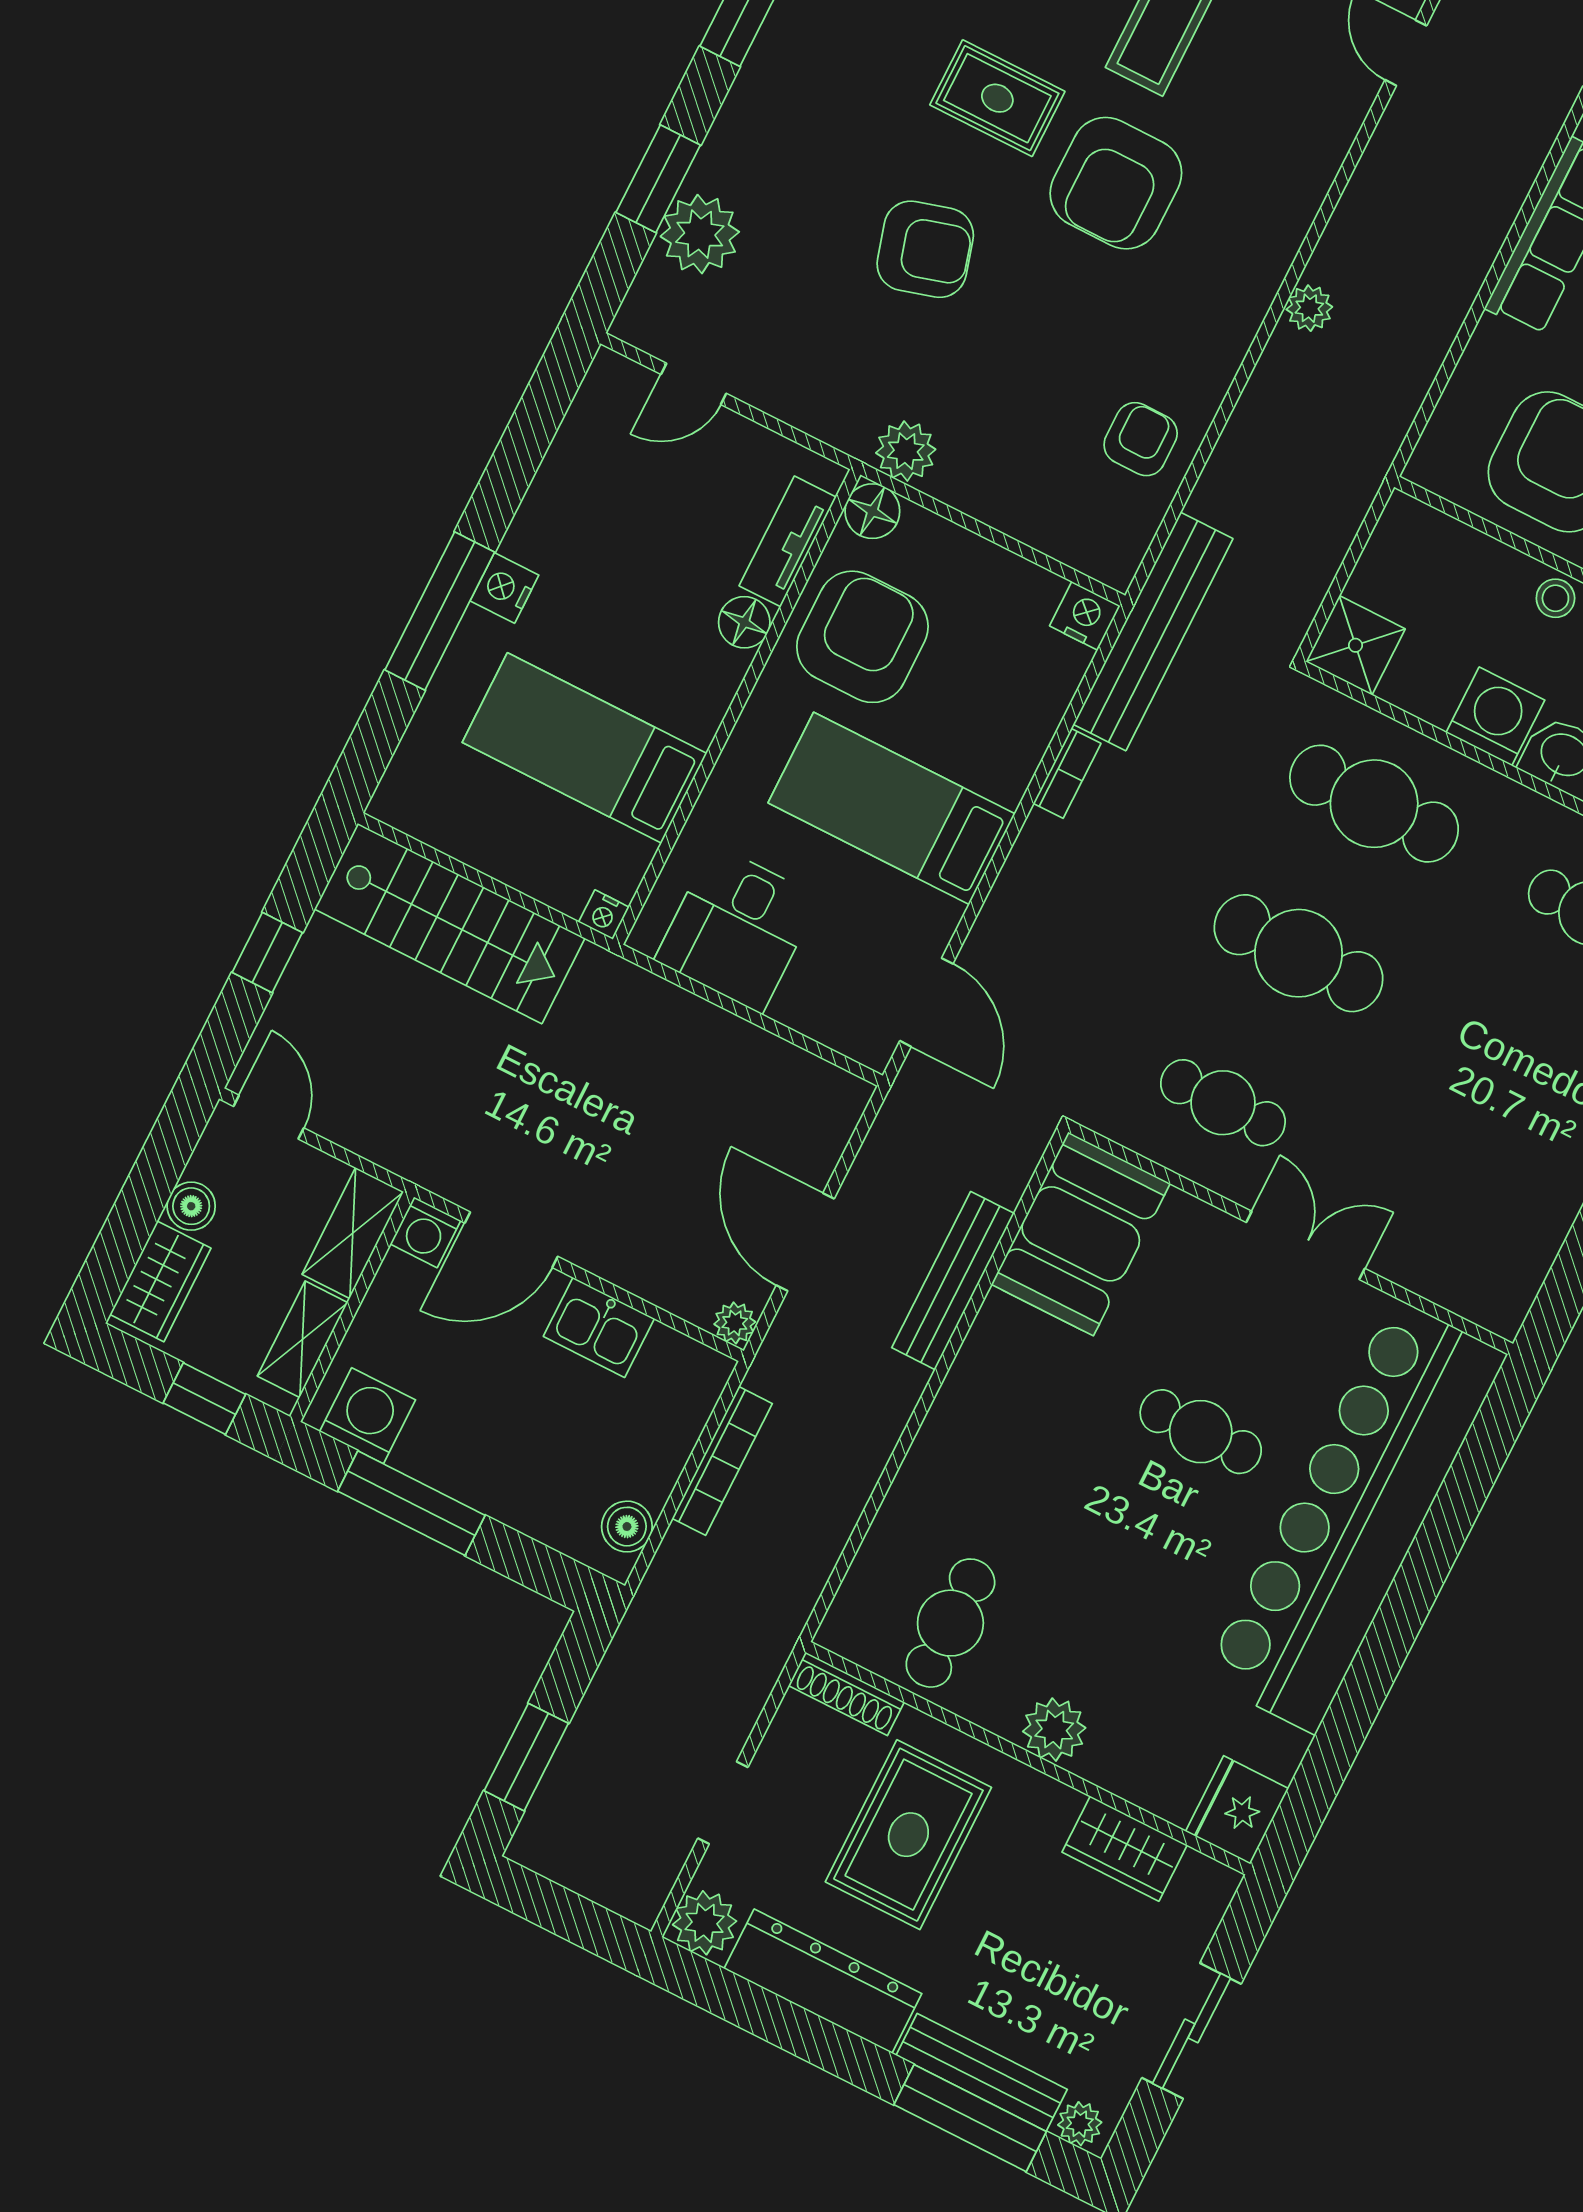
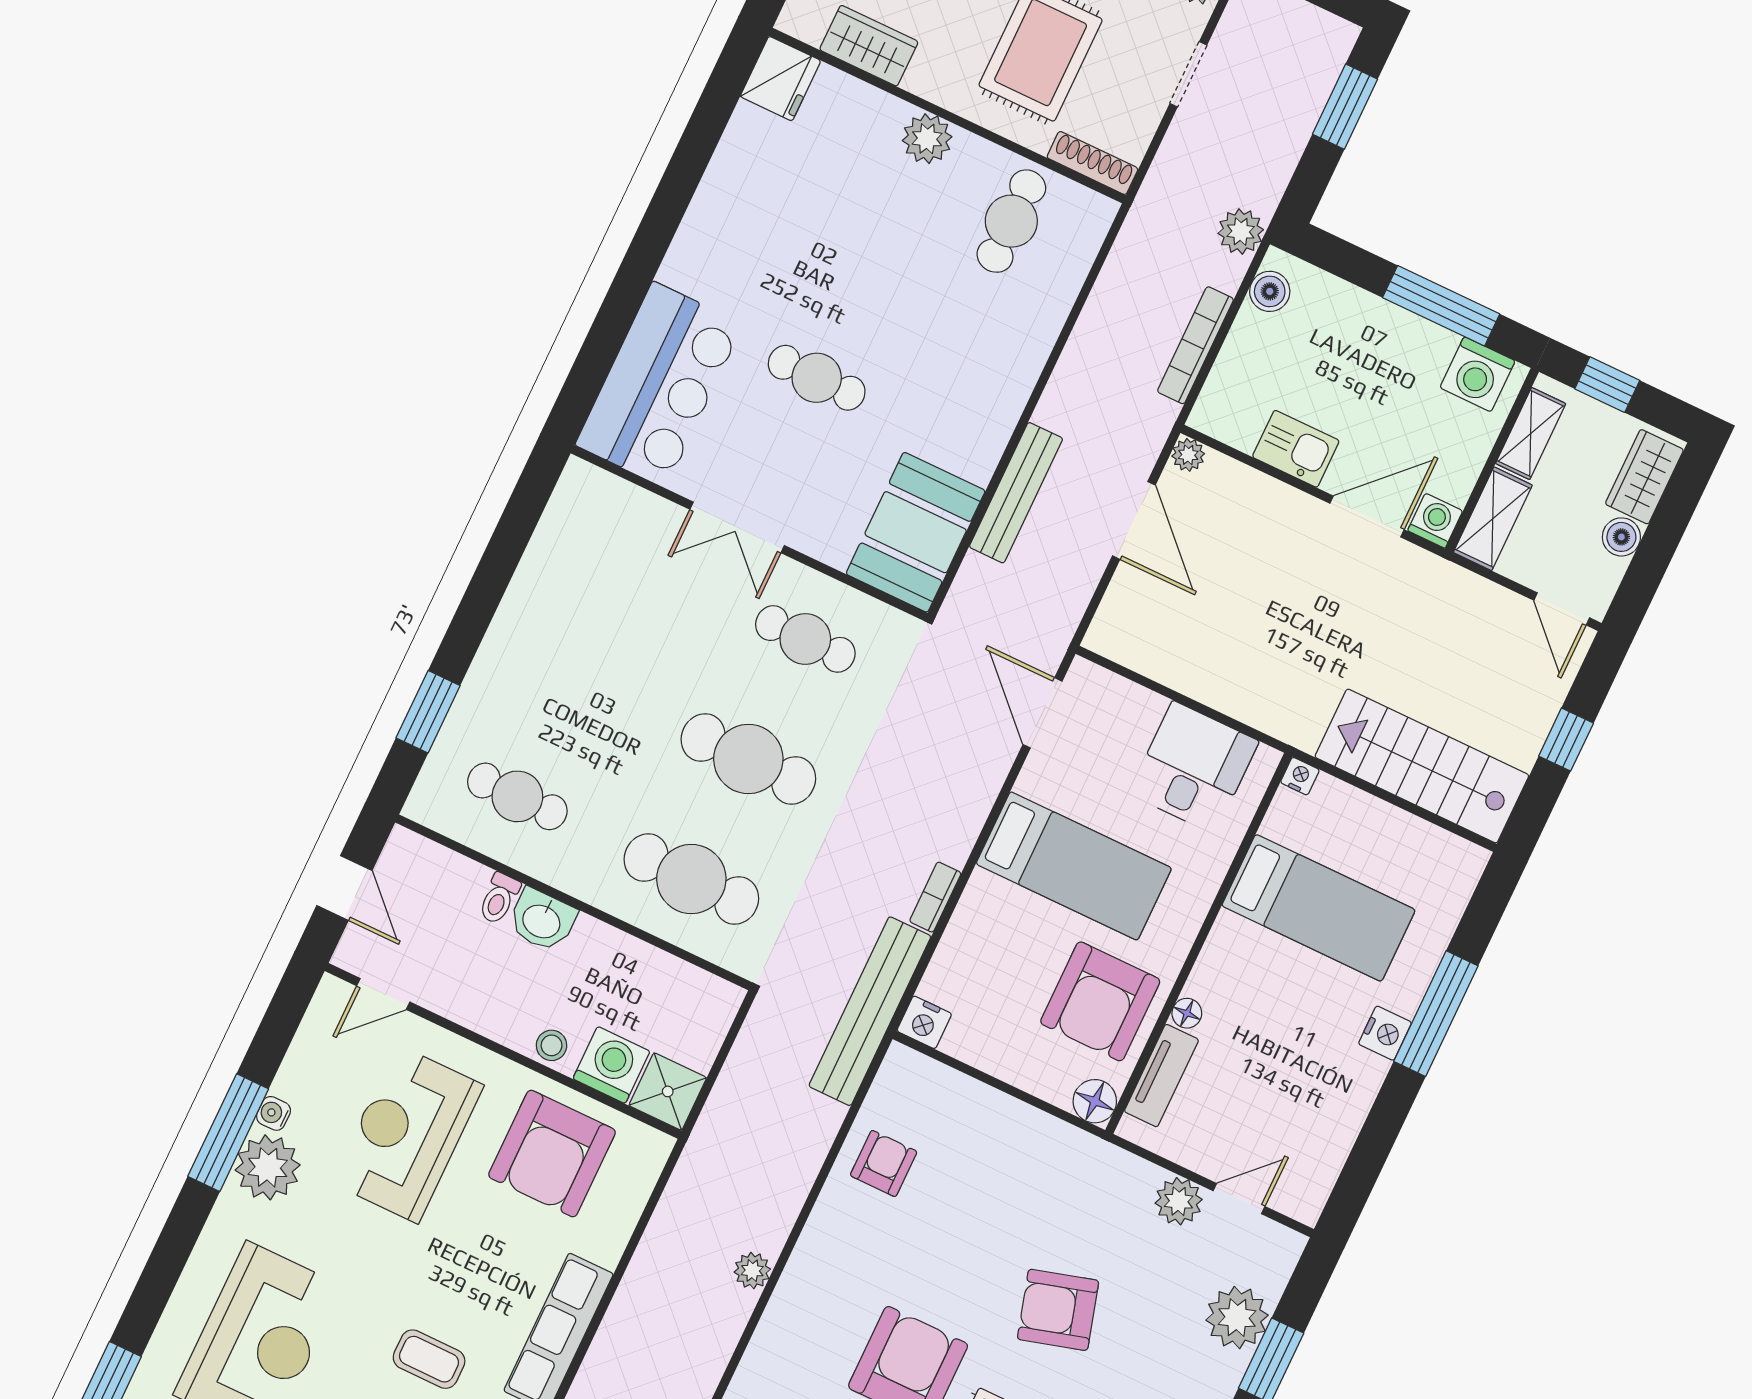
armchair: (1141, 439) -> (884, 1163), turned 180
plant: (906, 451) -> (1179, 1201), moved
floor lamp: (744, 622) -> (1187, 1013), width x0.73, depth x0.73
shower: (1355, 645) -> (668, 1091), moved
washing machine: (1495, 716) -> (611, 1065), moved, turned 180
bar counter: (1355, 1516) -> (659, 384), width x0.54
plant: (662, 1603) -> (1241, 232), added

